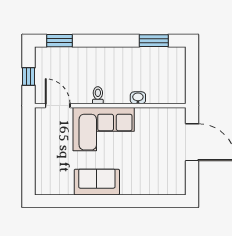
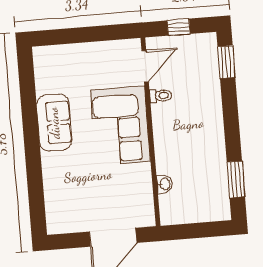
toilet: (98, 95) -> (161, 96), moved
washbasin: (138, 98) -> (165, 184), moved

